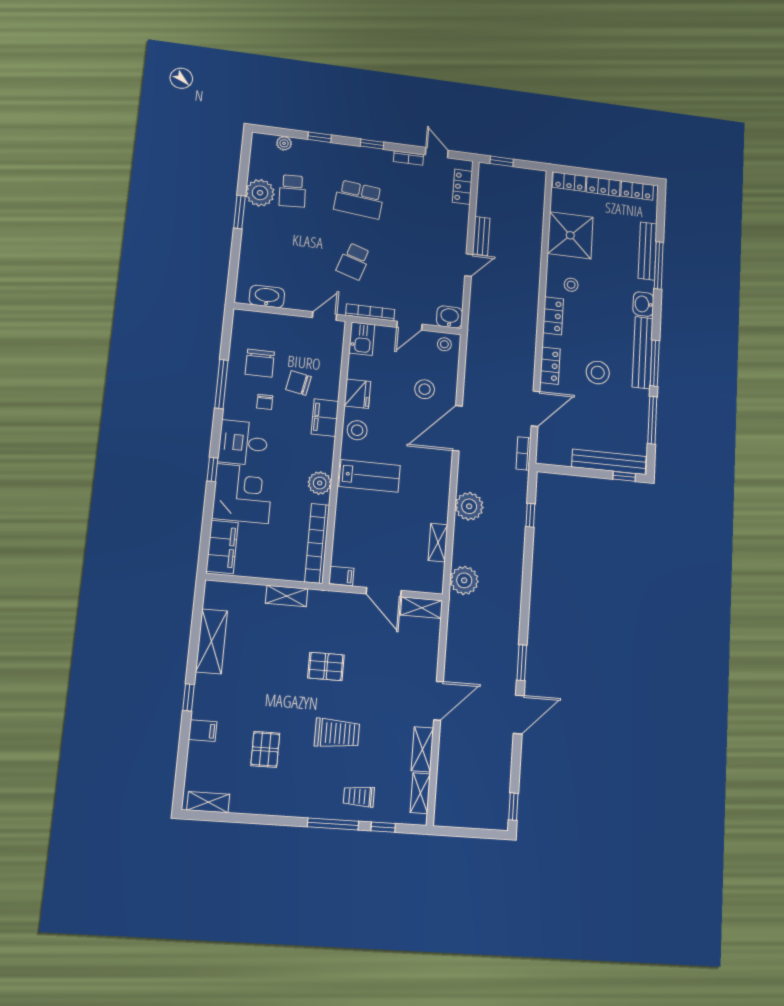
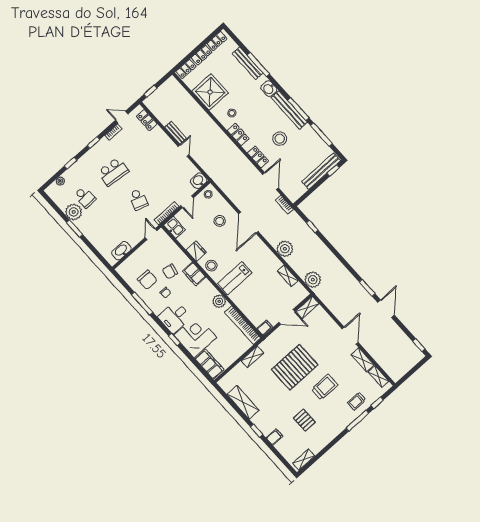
lab bench: (370, 476) -> (235, 278), turned 180
pallet: (326, 666) -> (295, 367), width x2.05, depth x2.00

